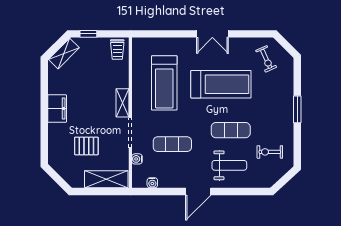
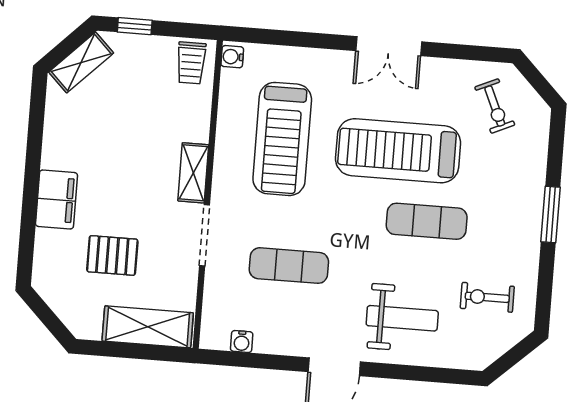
treadmill: (221, 84) -> (398, 151), turned 180
filing cabinet: (57, 109) -> (56, 200), moved
exercise mat: (231, 130) -> (427, 221), moved
water cooler: (137, 159) -> (232, 57), moved

